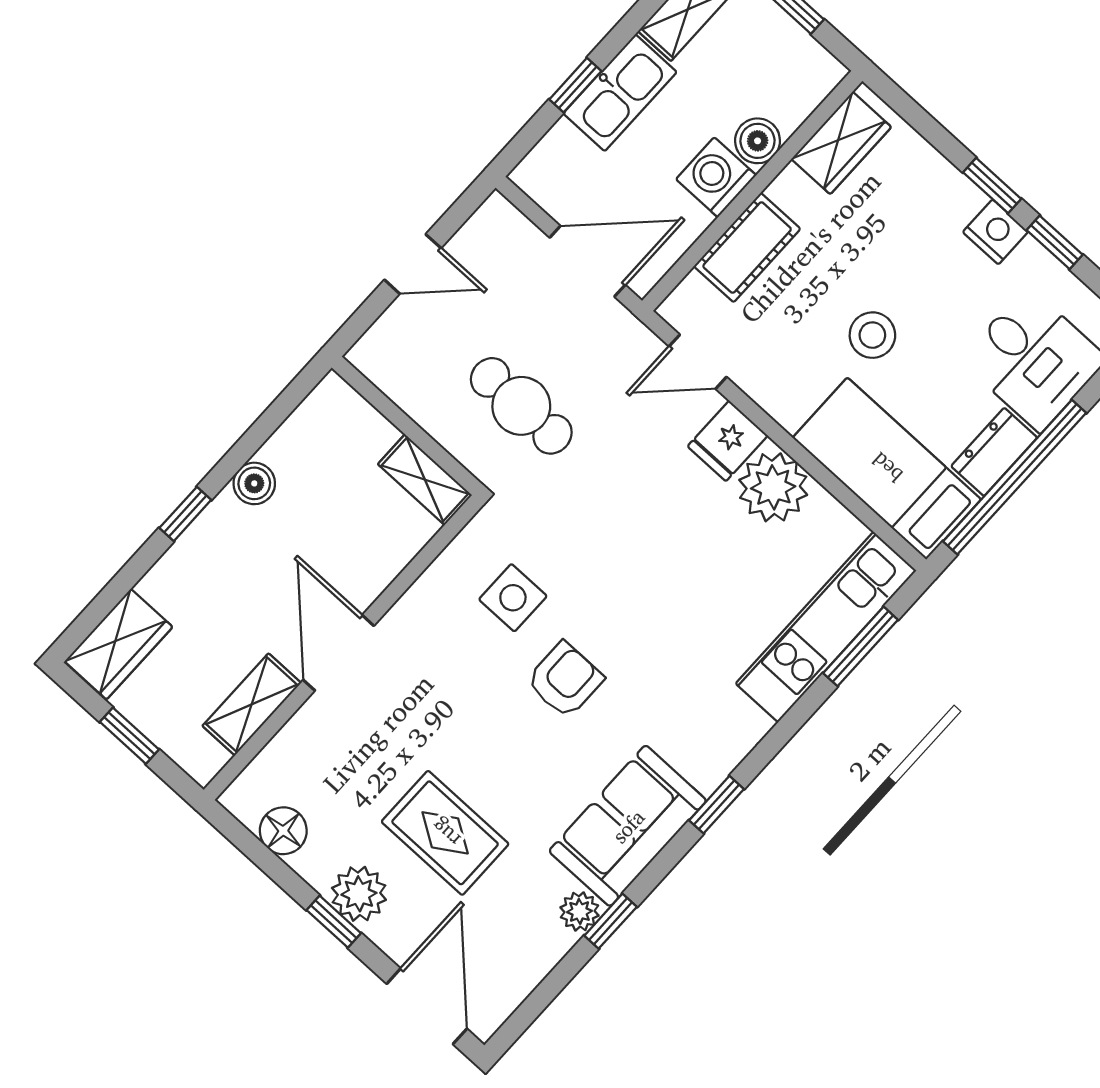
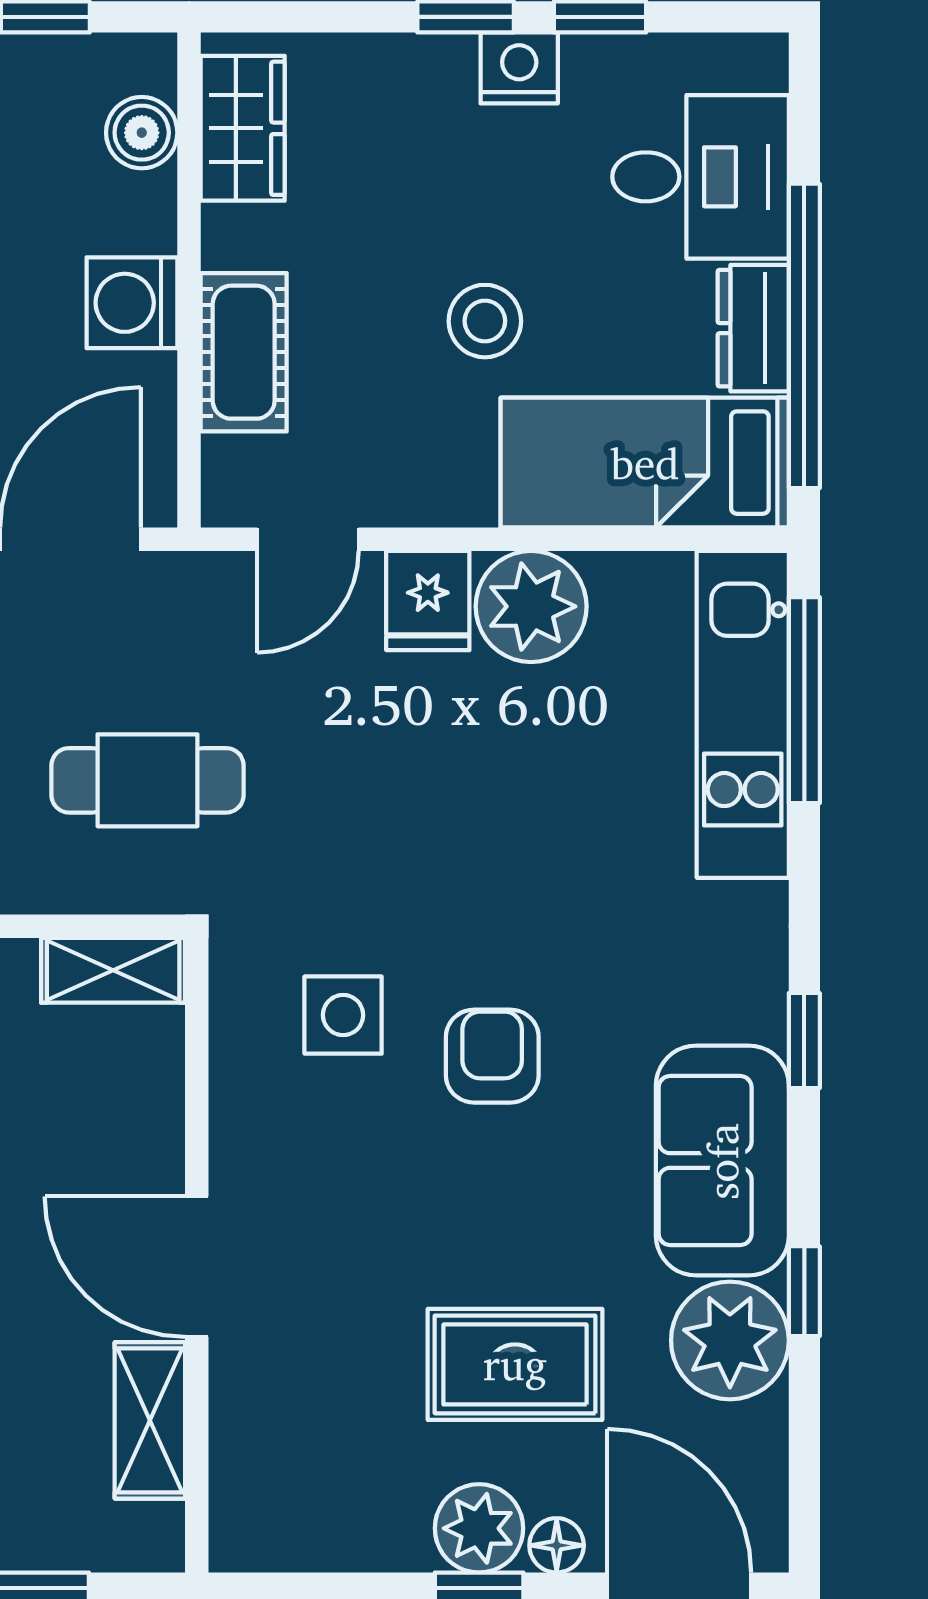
boiler: (758, 141) -> (142, 133), moved
window: (861, 646) -> (804, 700), width x1.44
floor lamp: (283, 831) -> (557, 1545), moved, width x0.73, depth x0.73
plant: (579, 911) -> (730, 1340), width x1.87, depth x1.87

